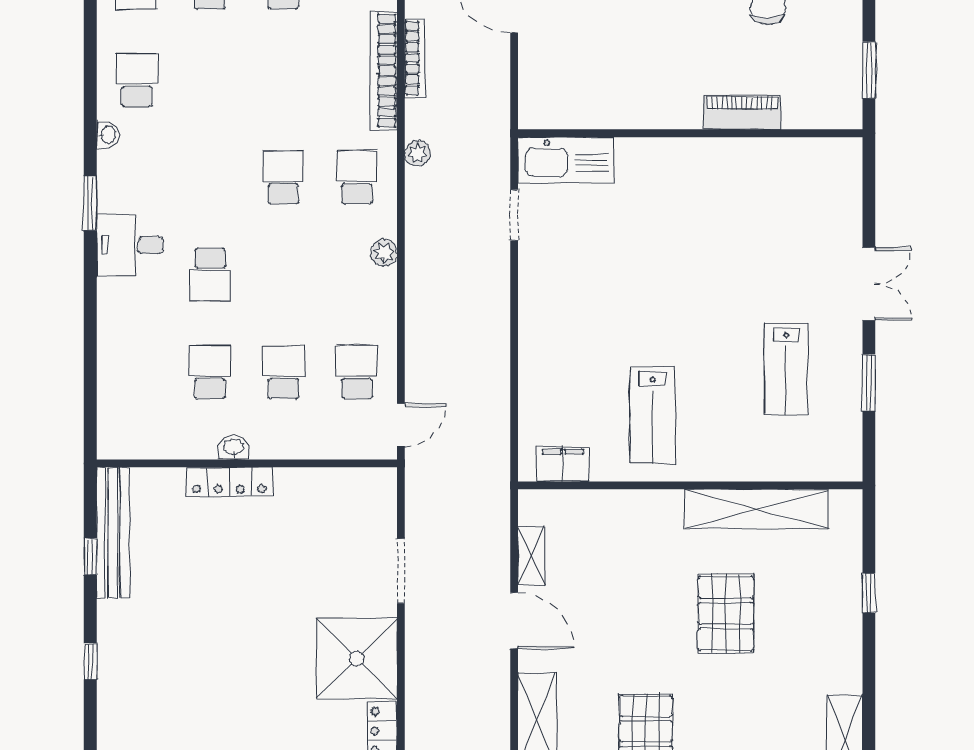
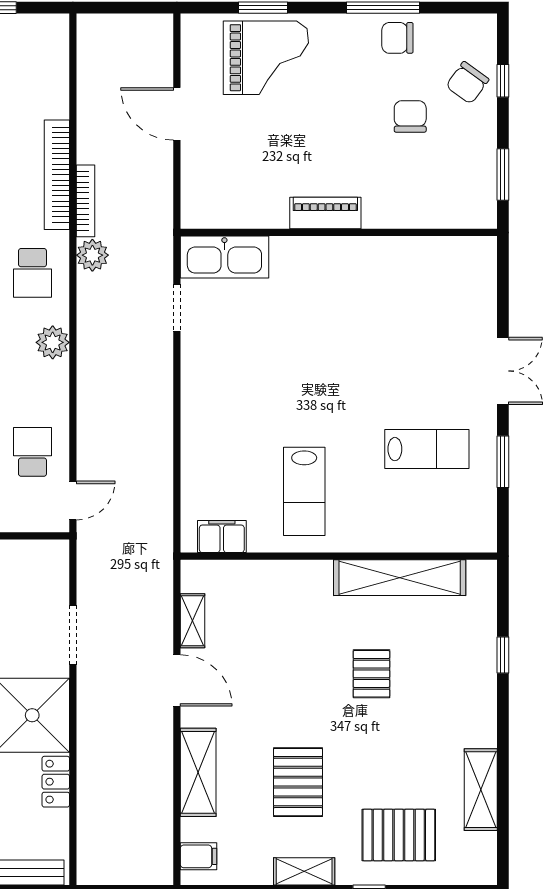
bookcase: (415, 58) -> (86, 201), moved
piano: (742, 112) -> (325, 213), moved
plant: (417, 153) -> (92, 255), width x1.38, depth x1.38
school desk: (357, 177) -> (32, 273), turned 180
plant: (384, 253) -> (53, 342), width x1.38, depth x1.38
lab bench: (786, 369) -> (427, 449), turned -90
pallet: (726, 613) -> (371, 674), width x0.67, depth x0.71

